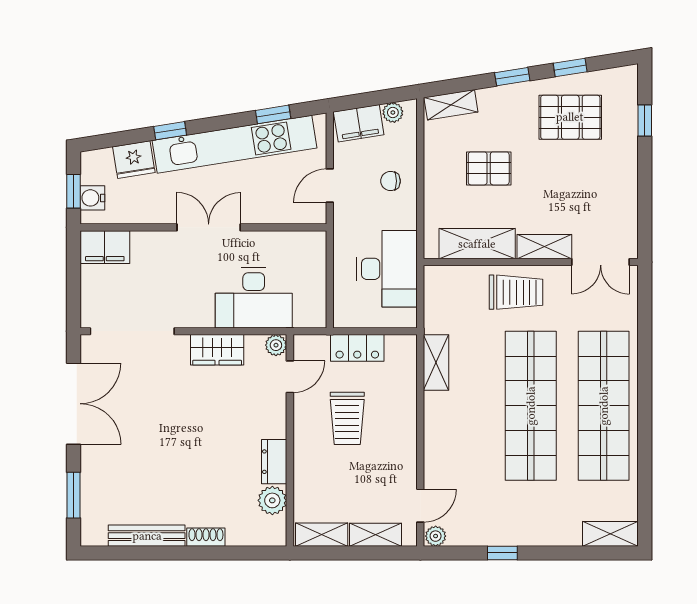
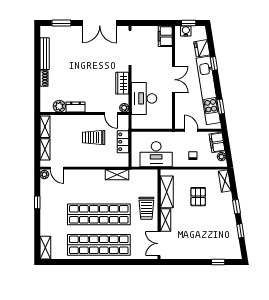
pallet: (570, 117) -> (220, 231), removed

